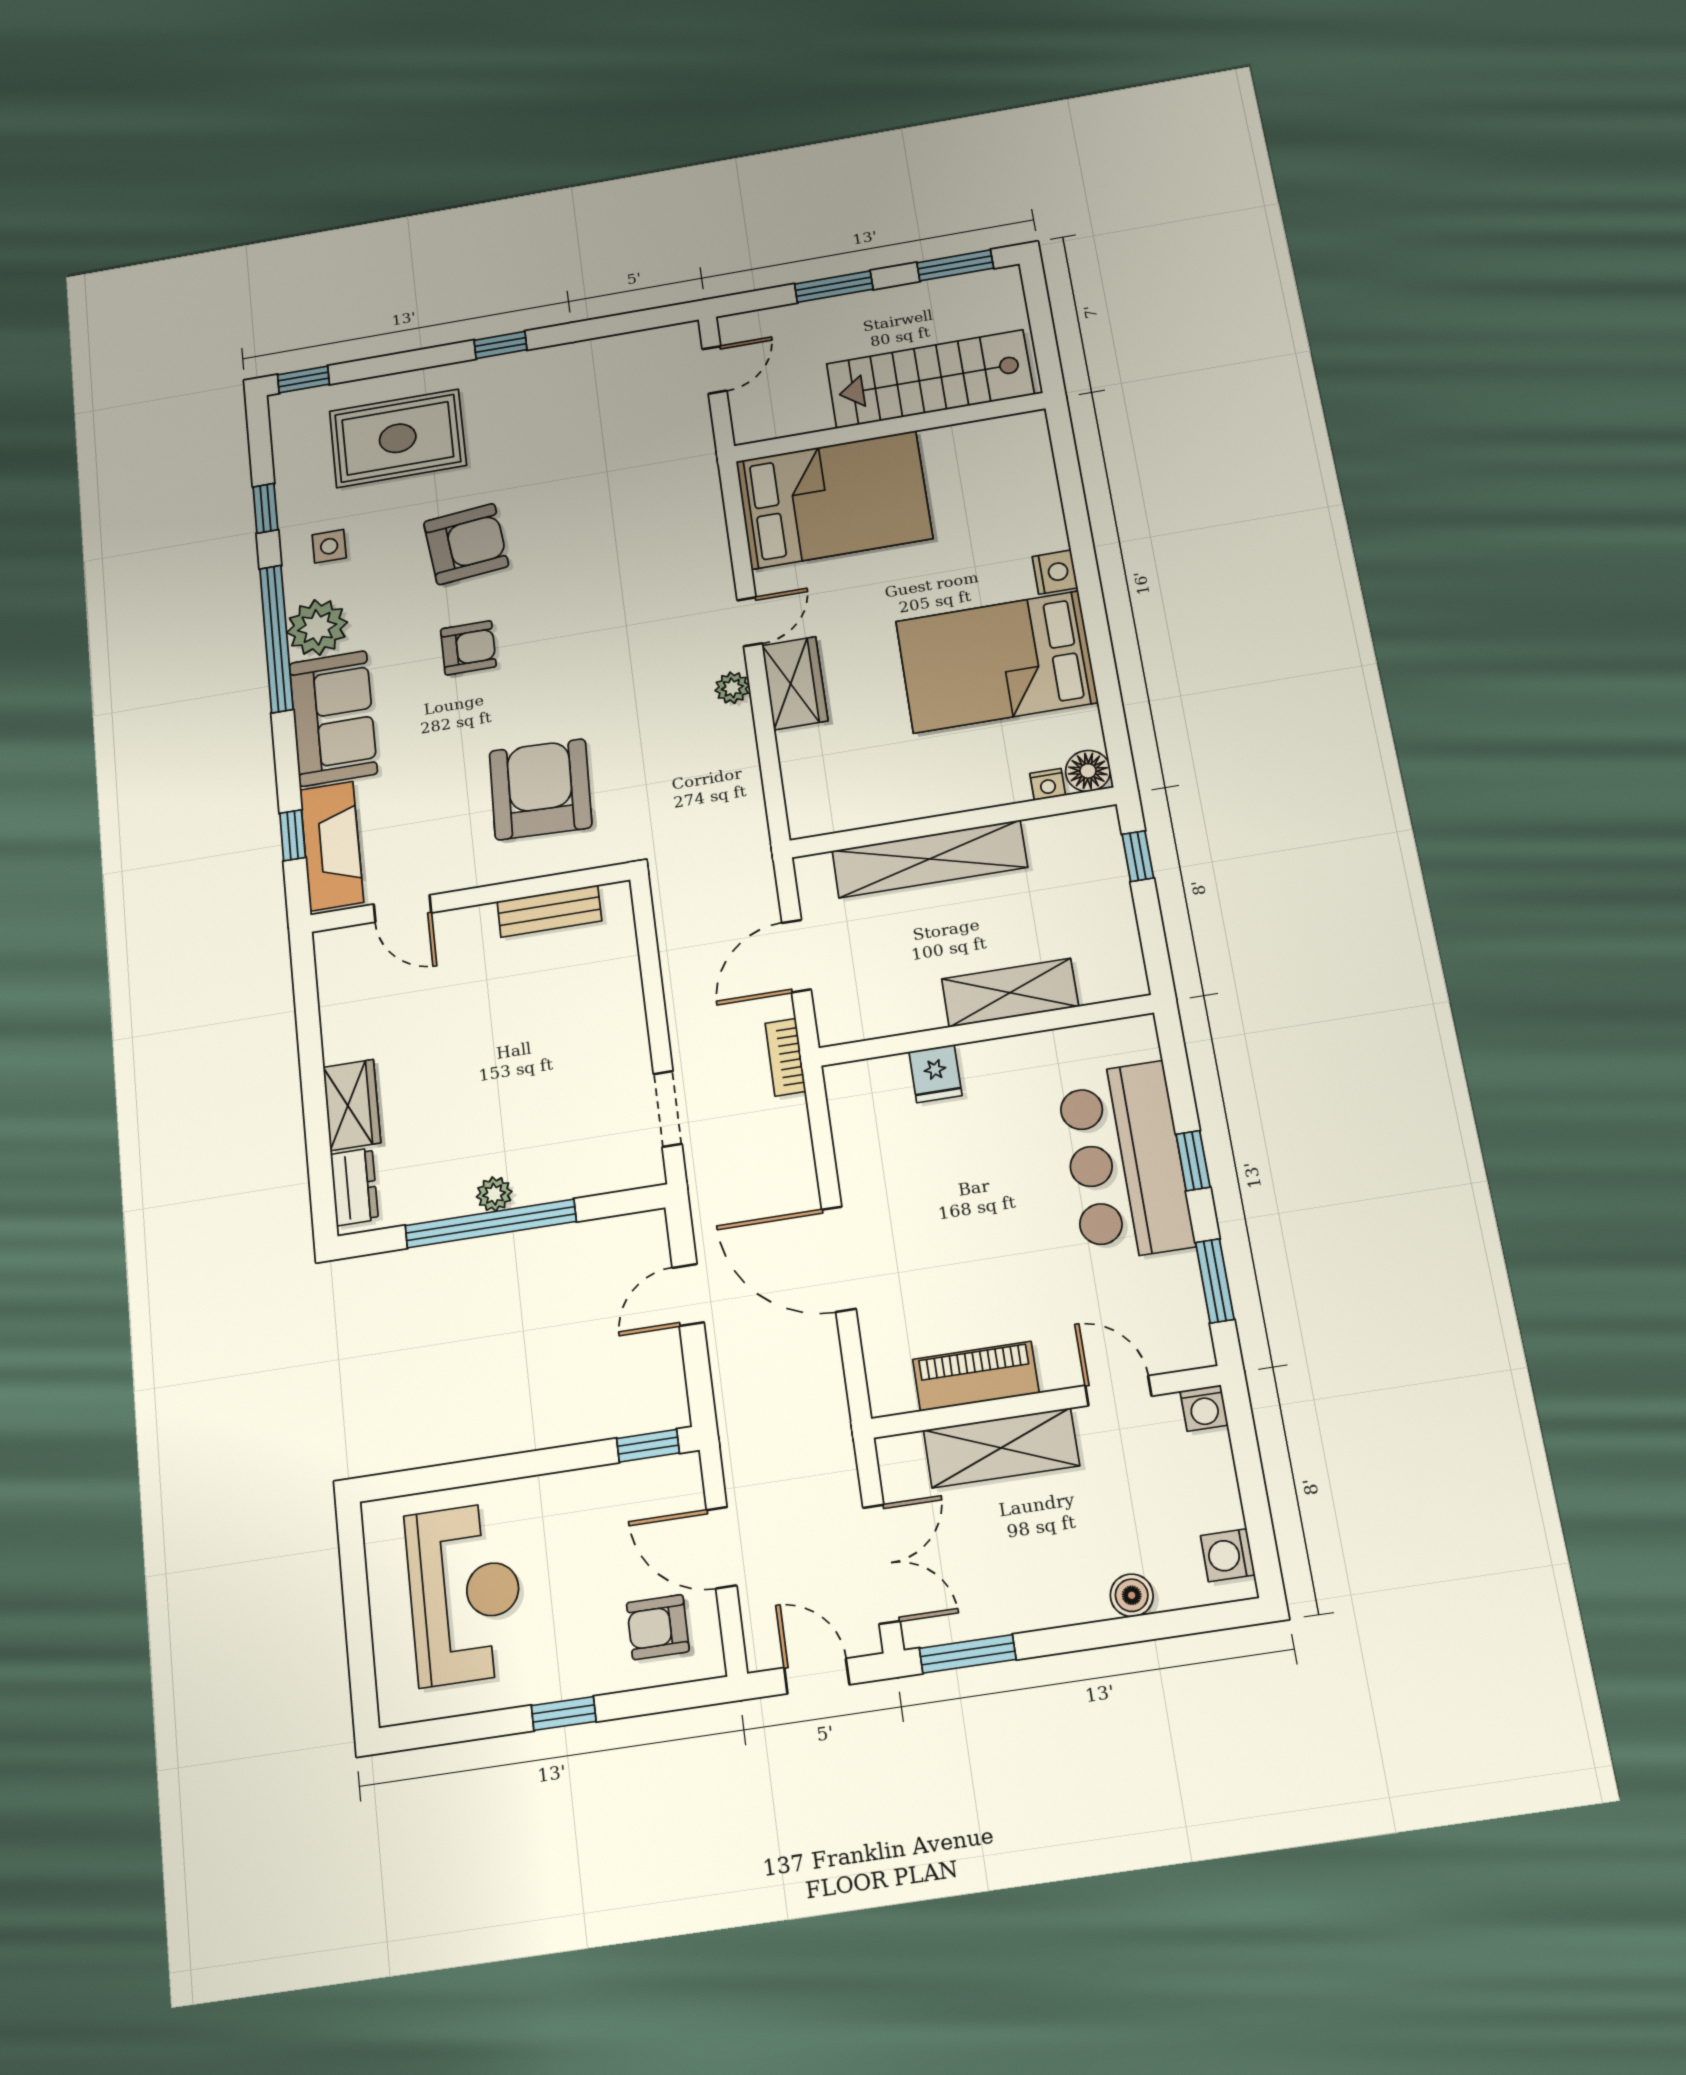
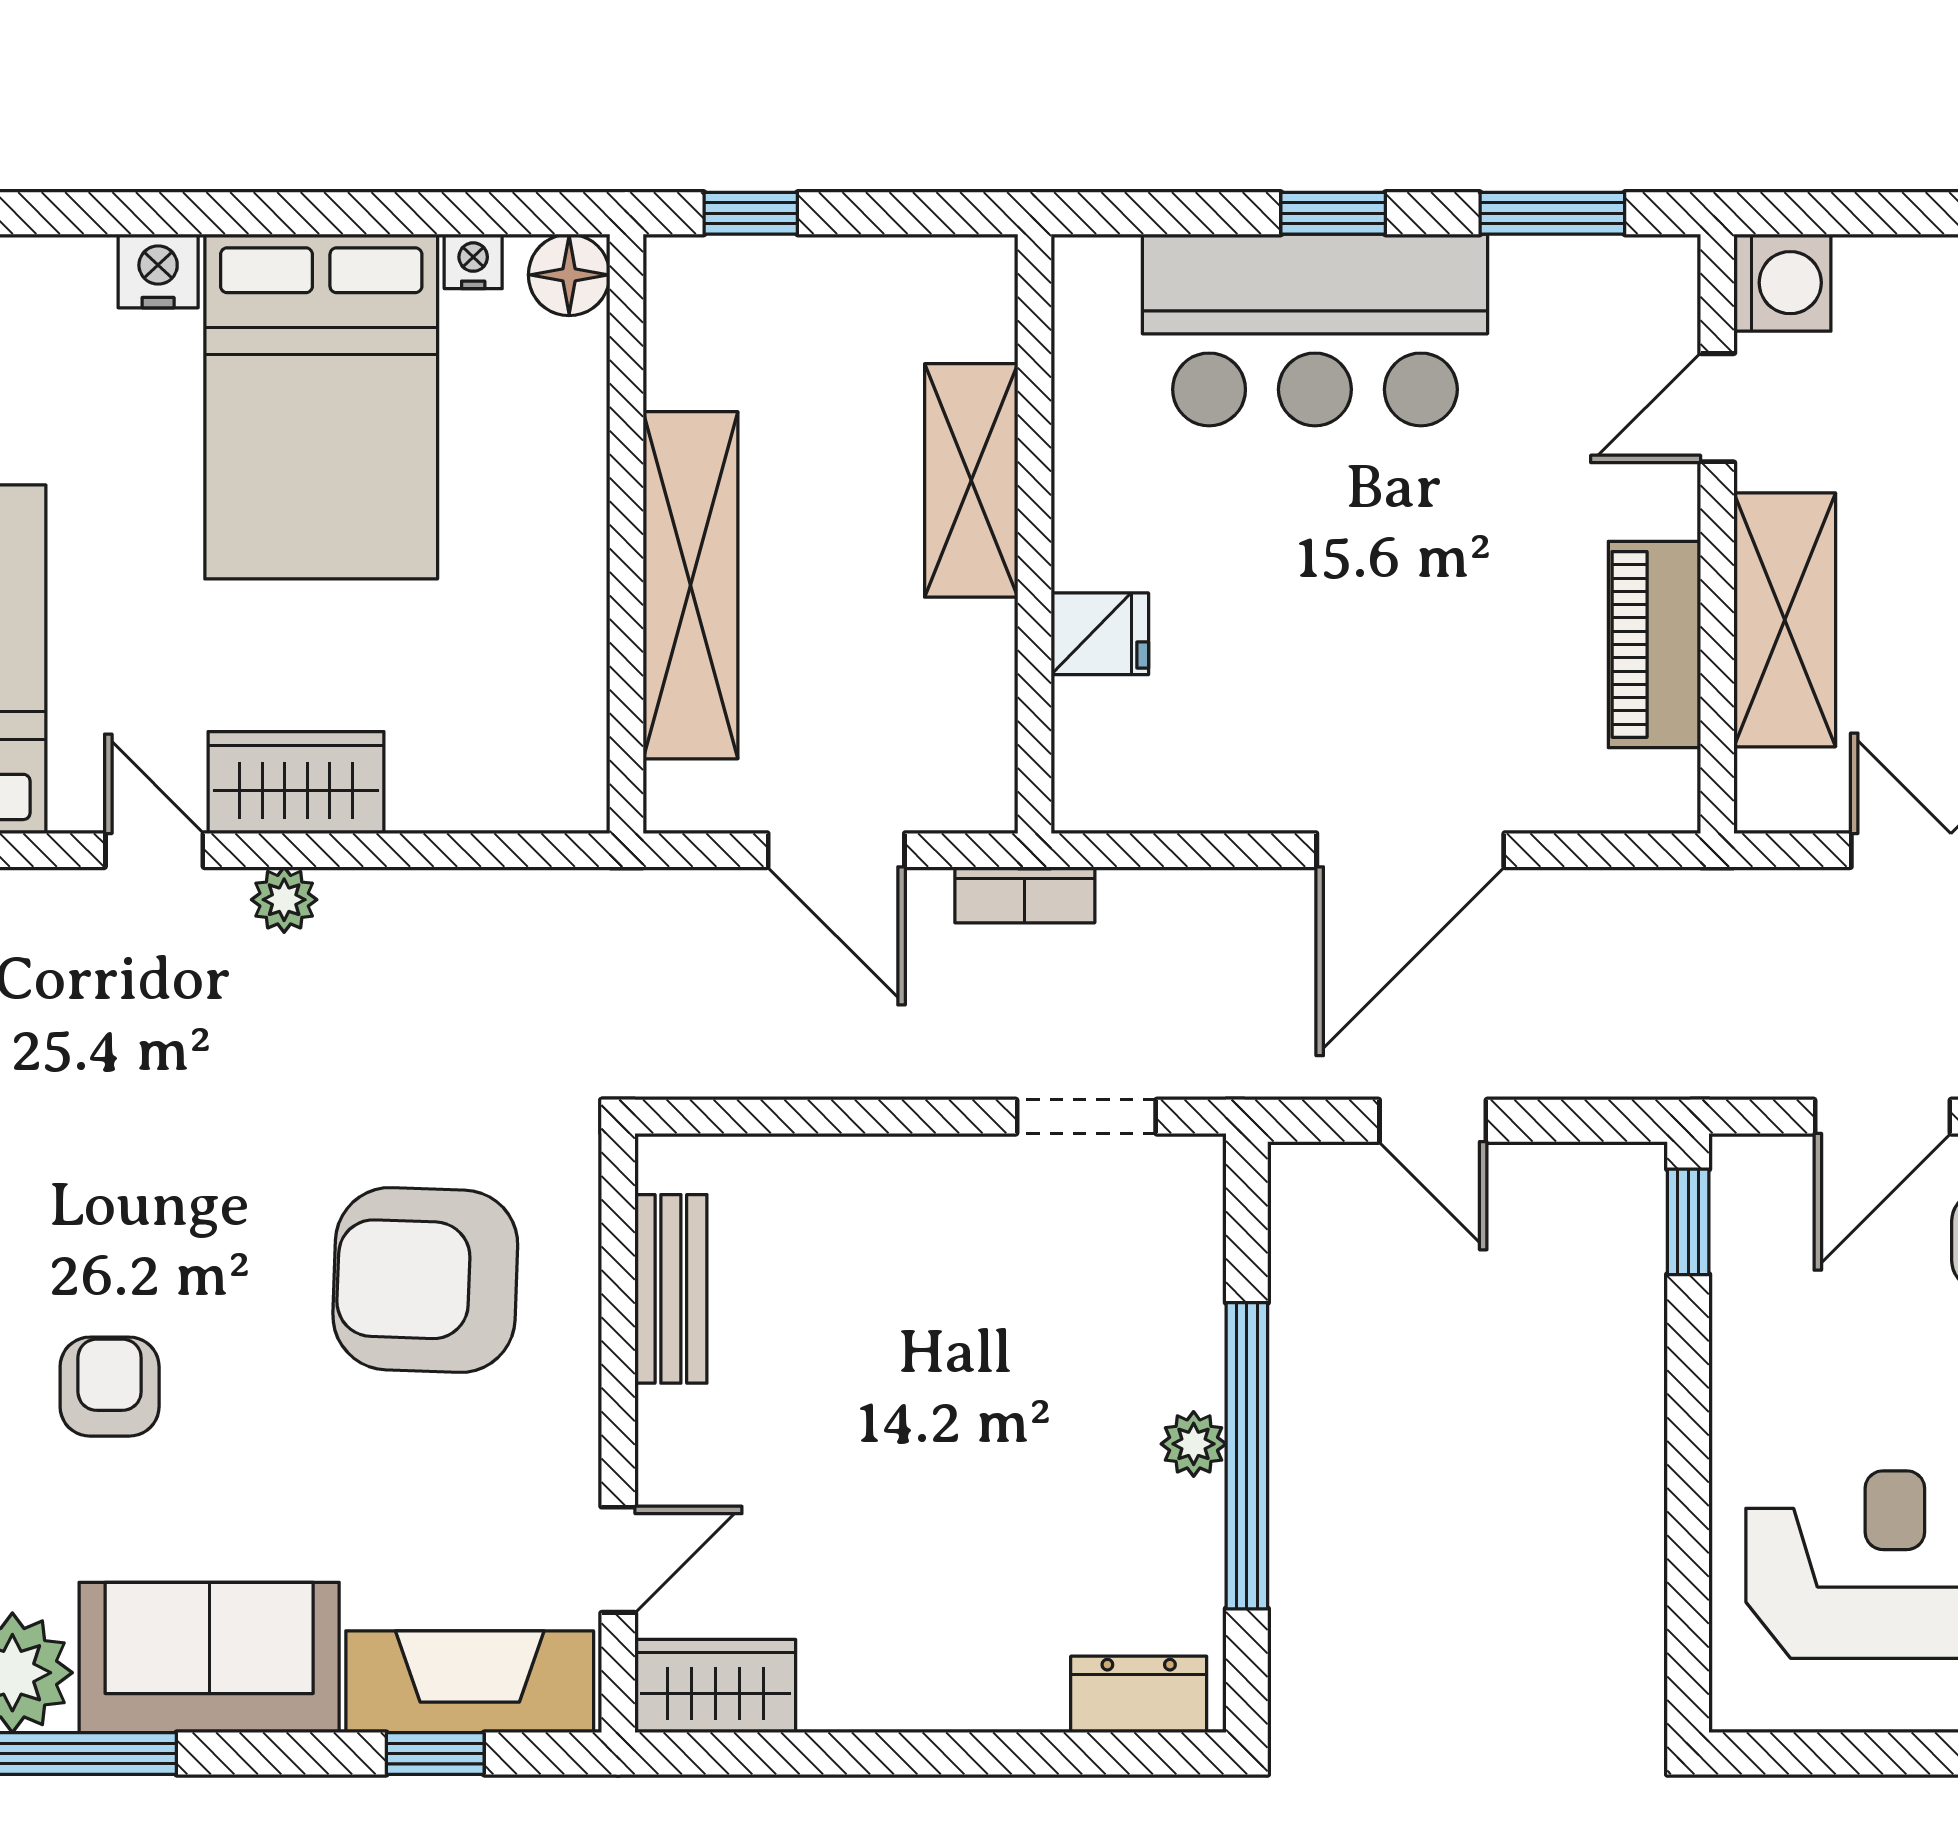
nightstand: (1048, 784) -> (473, 261), moved, turned -90
wardrobe: (352, 1105) -> (715, 1686), moved
washing machine: (1204, 1408) -> (1782, 283), width x1.38, depth x1.38

